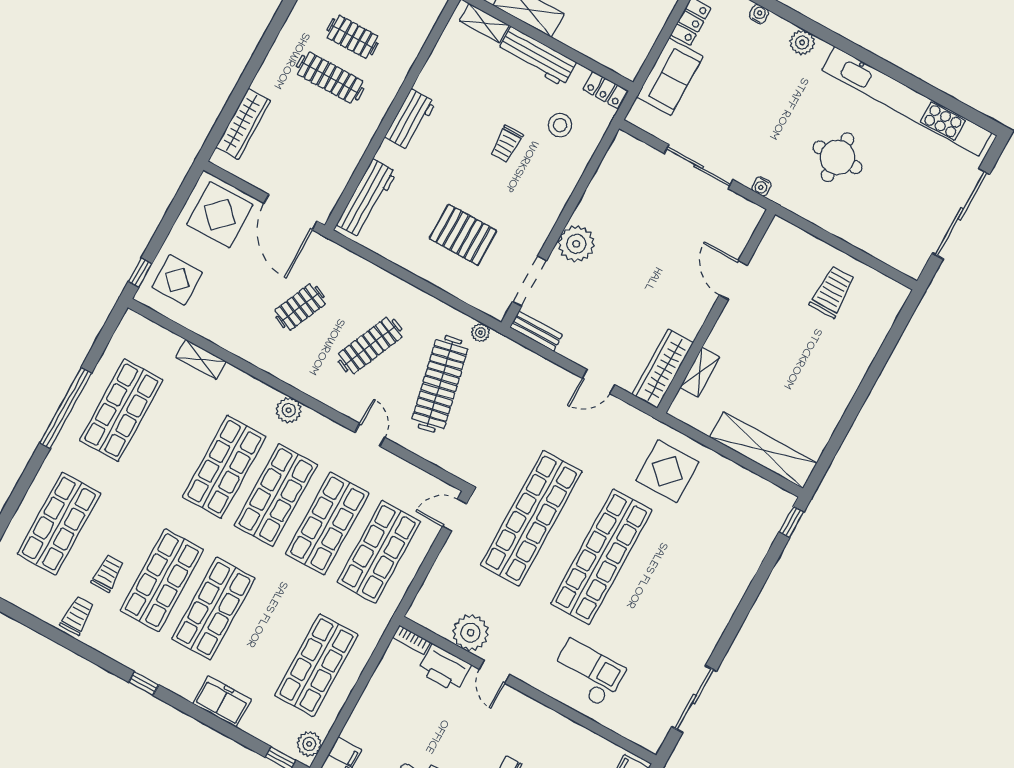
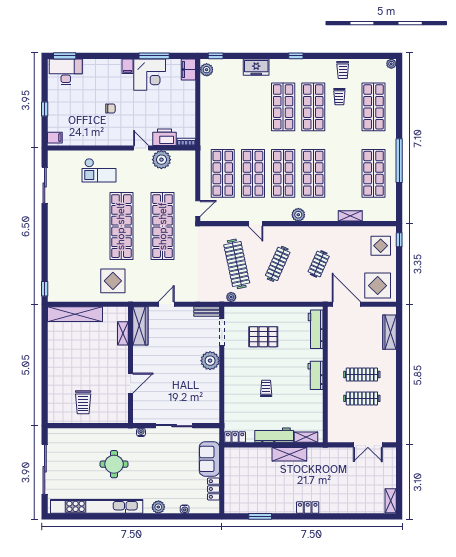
clothes rail: (353, 37) -> (362, 398), width x1.36
stool: (560, 125) -> (247, 410), removed
door: (733, 280) -> (130, 383), hinge flipped
shop shelf: (316, 665) -> (223, 107), removed

